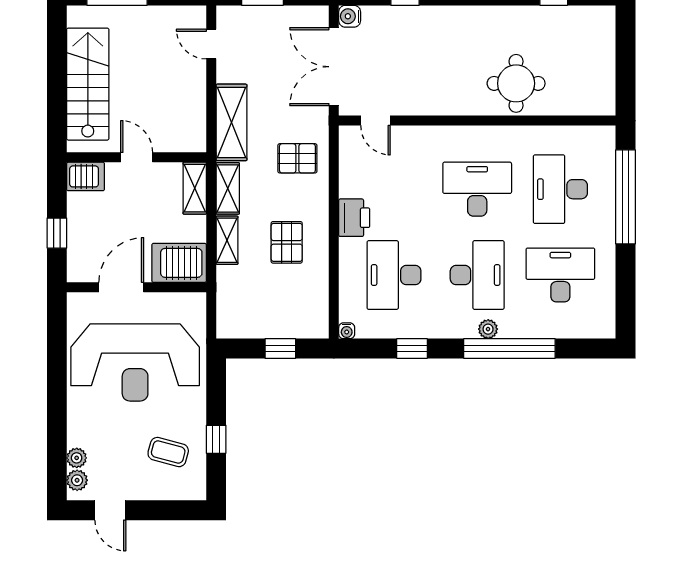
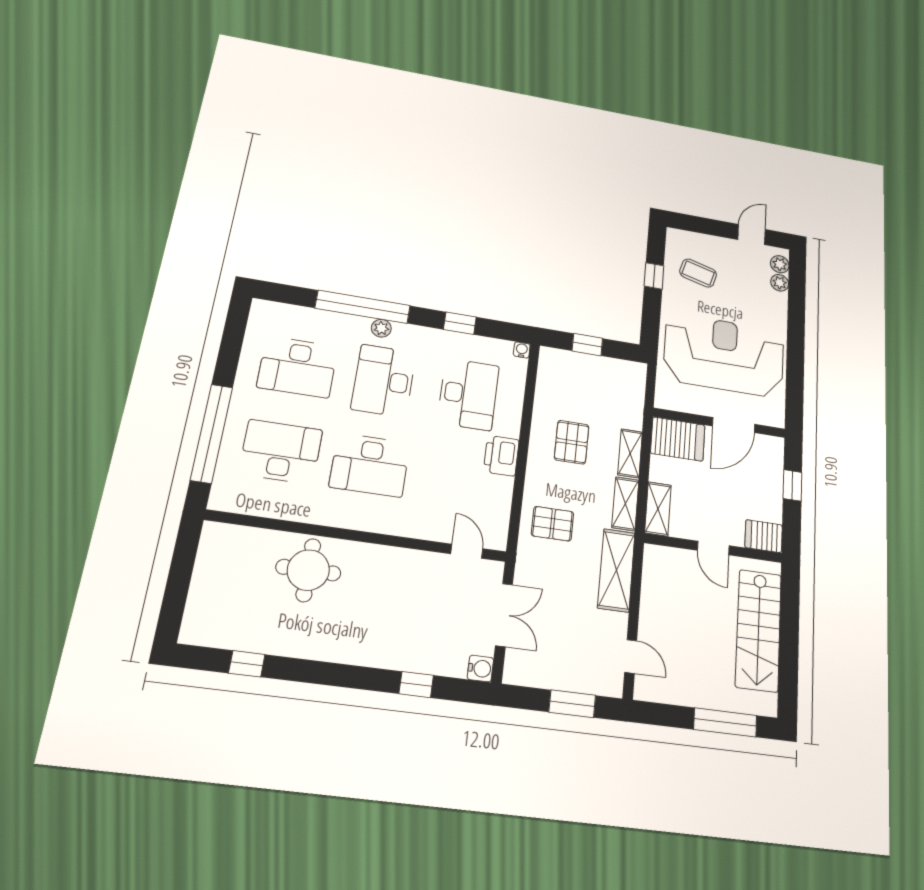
double door: (334, 67) -> (504, 615), width x0.73
desk: (560, 189) -> (281, 452), turned -90
door: (110, 510) -> (752, 235), hinge flipped

